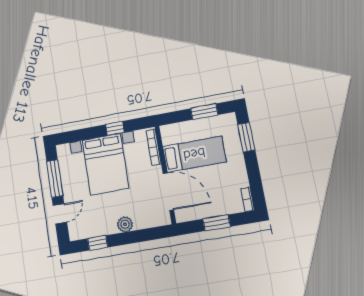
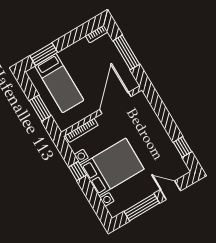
window: (204, 112) -> (40, 108), moved
bed: (194, 154) -> (59, 83), moved, turned 180
window: (217, 223) -> (126, 52), width x1.44
plant: (125, 224) -> (158, 129), removed

